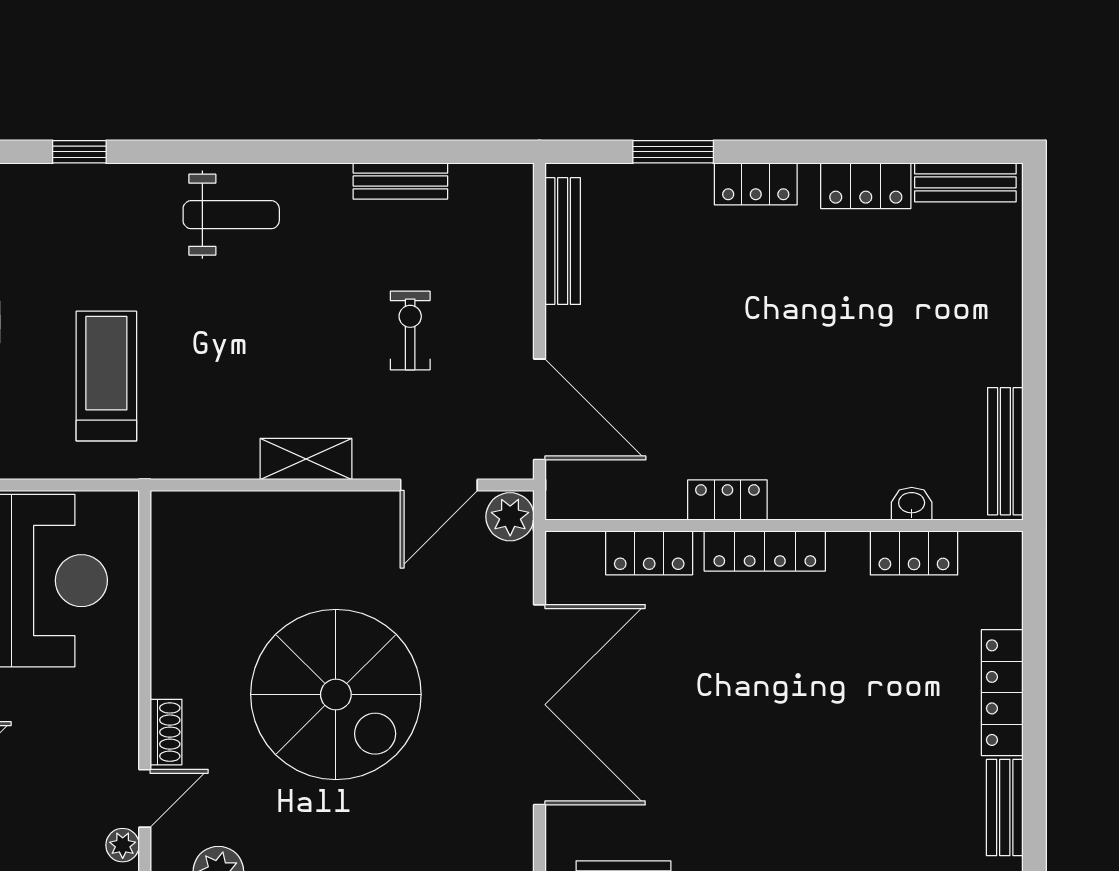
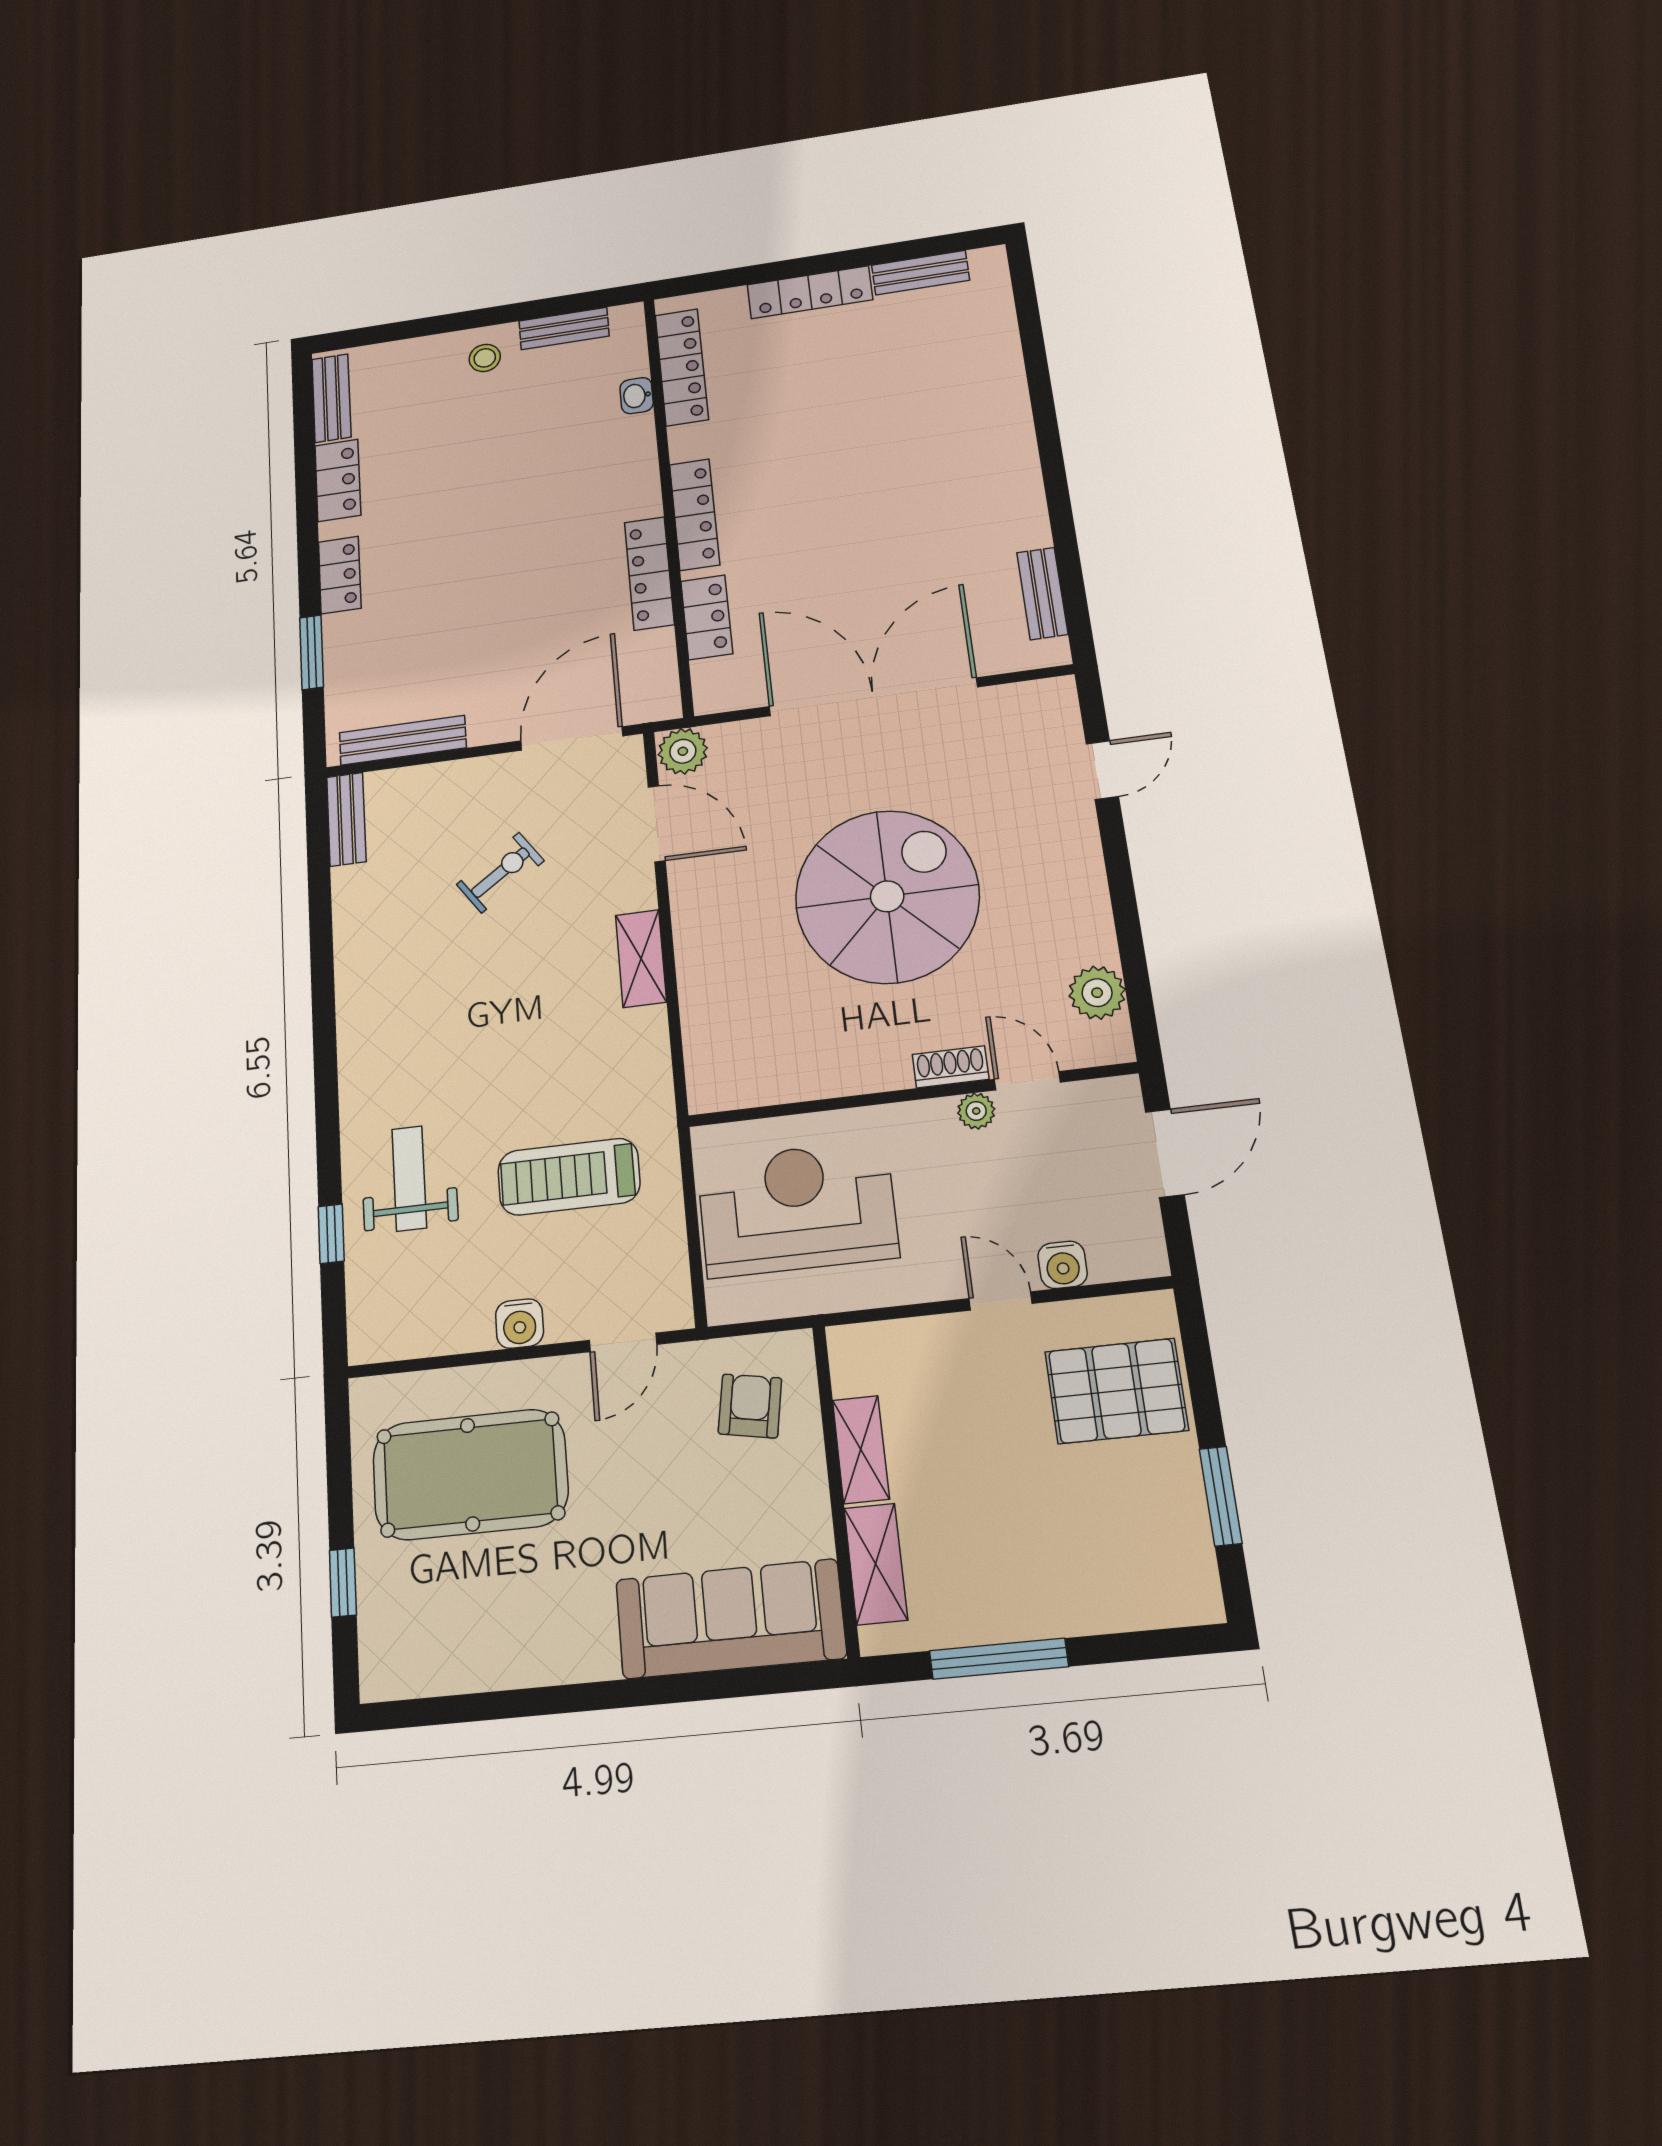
bench: (400, 181) -> (346, 819), moved
weight bench: (231, 215) -> (409, 1178), moved
exercise bike: (410, 330) -> (500, 873), turned 145
stool: (985, 348) -> (485, 358), added
bench: (1005, 451) -> (564, 328), width x0.73
locker: (727, 500) -> (649, 573), width x1.53
locker: (914, 553) -> (682, 367), width x1.53
plant: (123, 845) -> (976, 1111), moved

